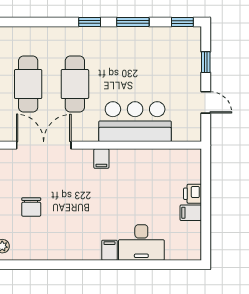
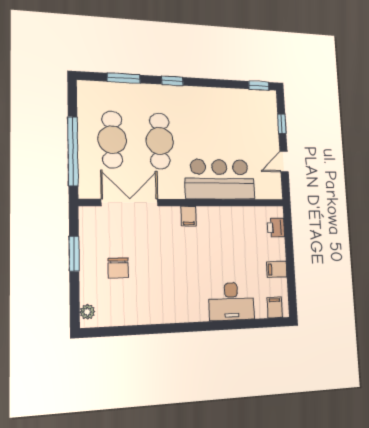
window: (133, 22) -> (124, 78), moved
door: (206, 102) -> (284, 162), swing flipped
printer: (193, 194) -> (276, 228), moved
filing cabinet: (109, 250) -> (275, 307), moved

